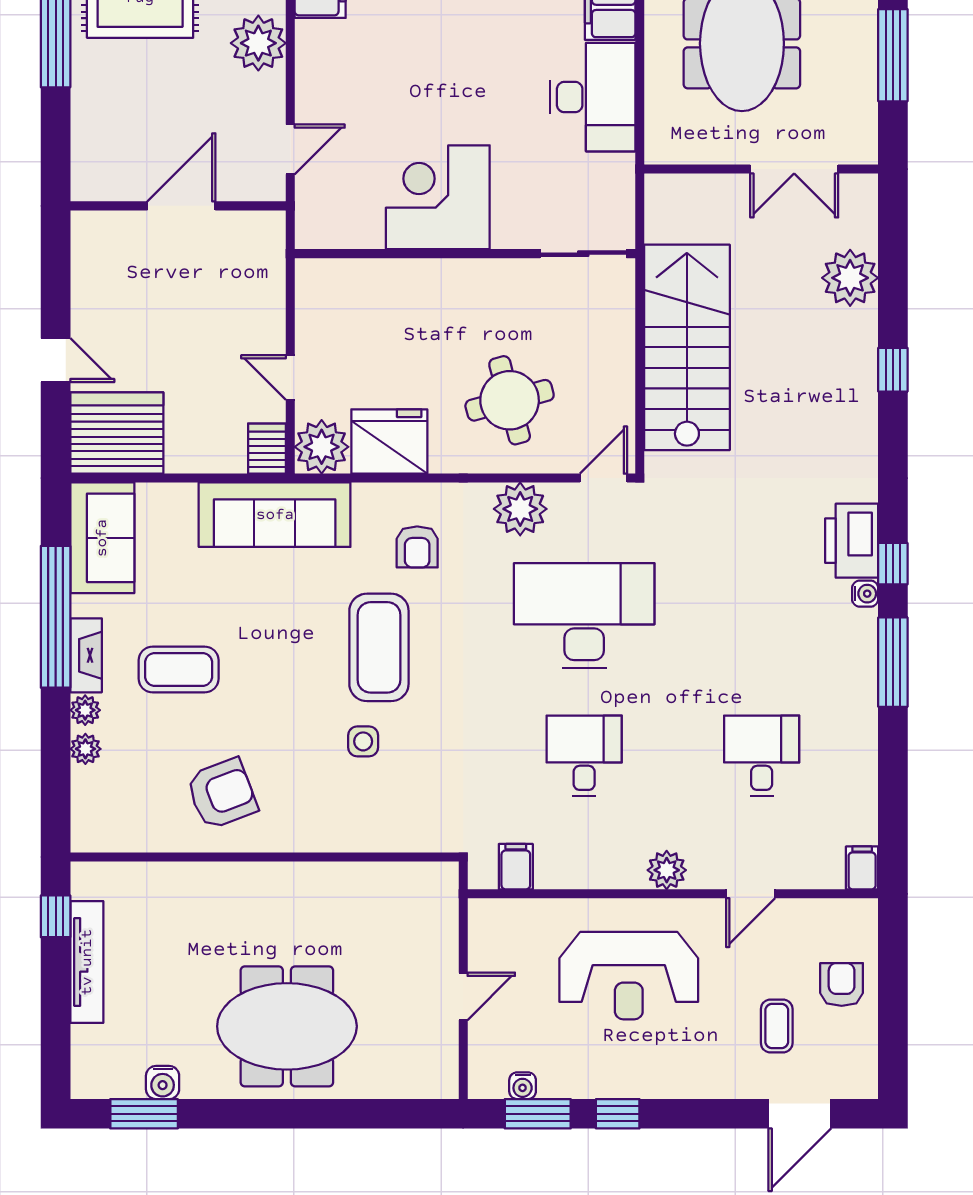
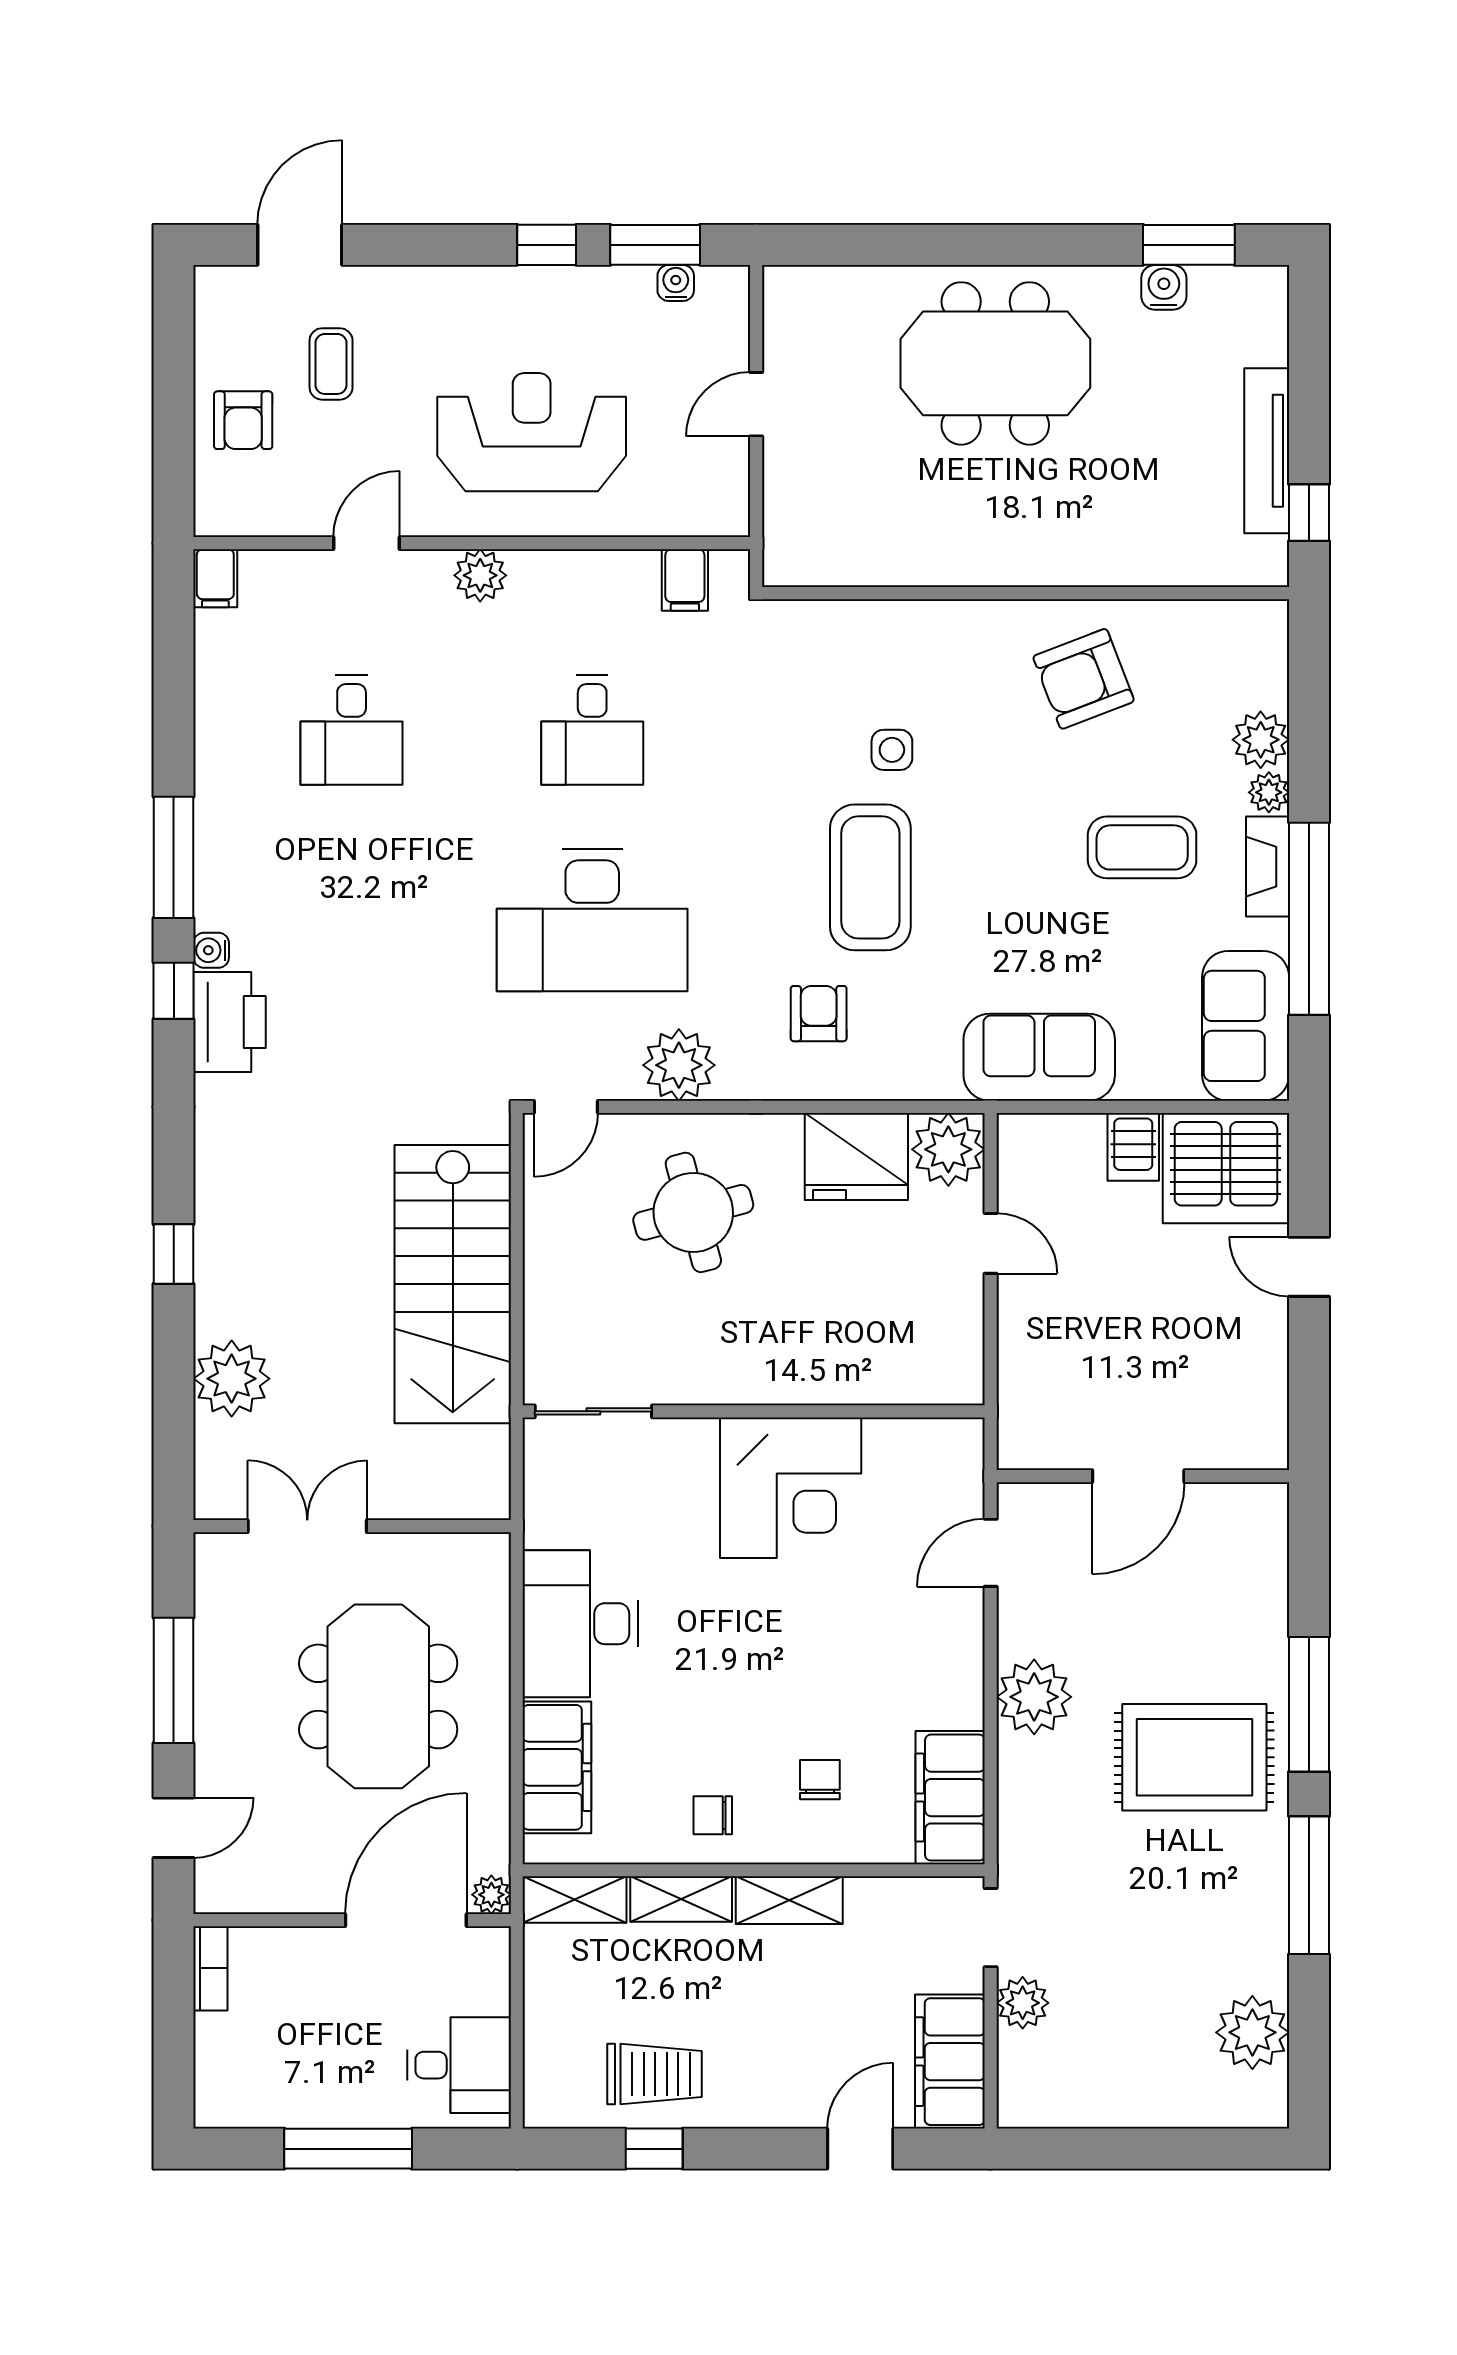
server rack: (267, 449) -> (1133, 1147), moved
sofa: (275, 515) -> (1039, 1057), width x0.73
plant: (85, 749) -> (1261, 740), width x1.38, depth x1.38

